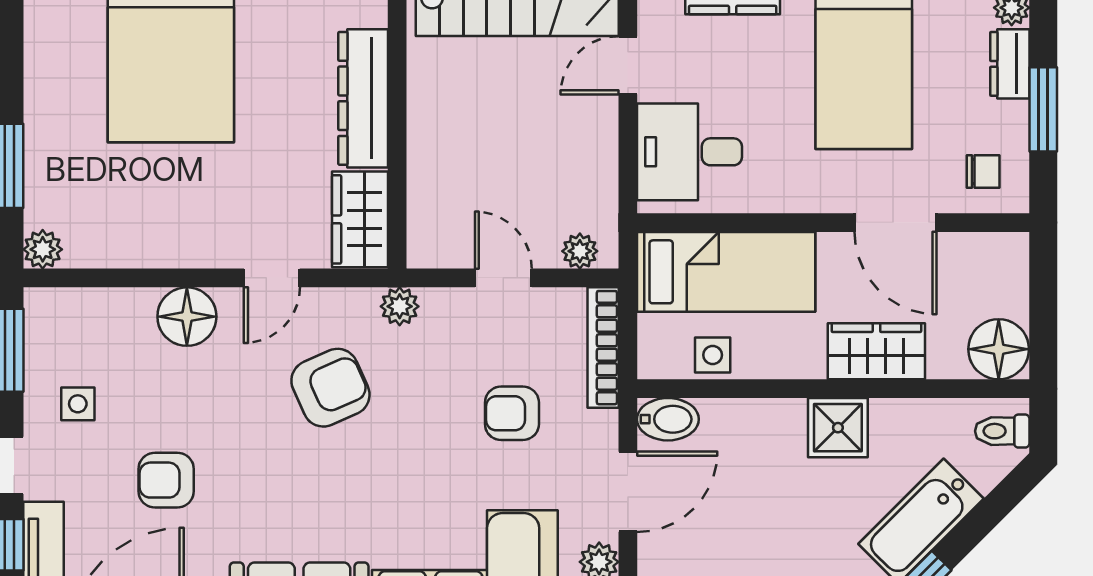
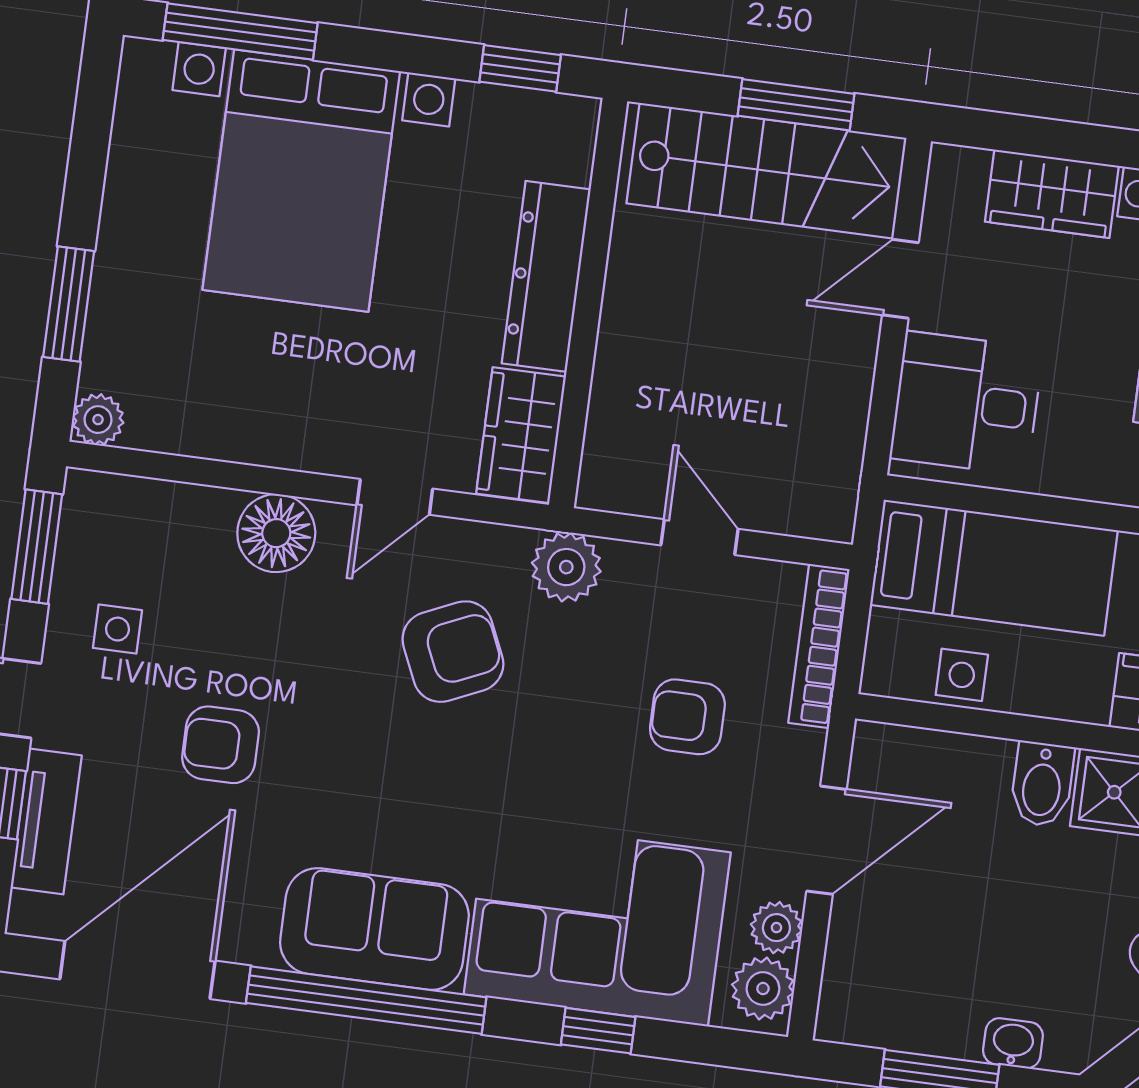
plant: (580, 251) -> (805, 515), removed
plant: (400, 306) -> (566, 567), width x1.38, depth x1.38
bidet: (668, 419) -> (1042, 784), moved, turned 90

